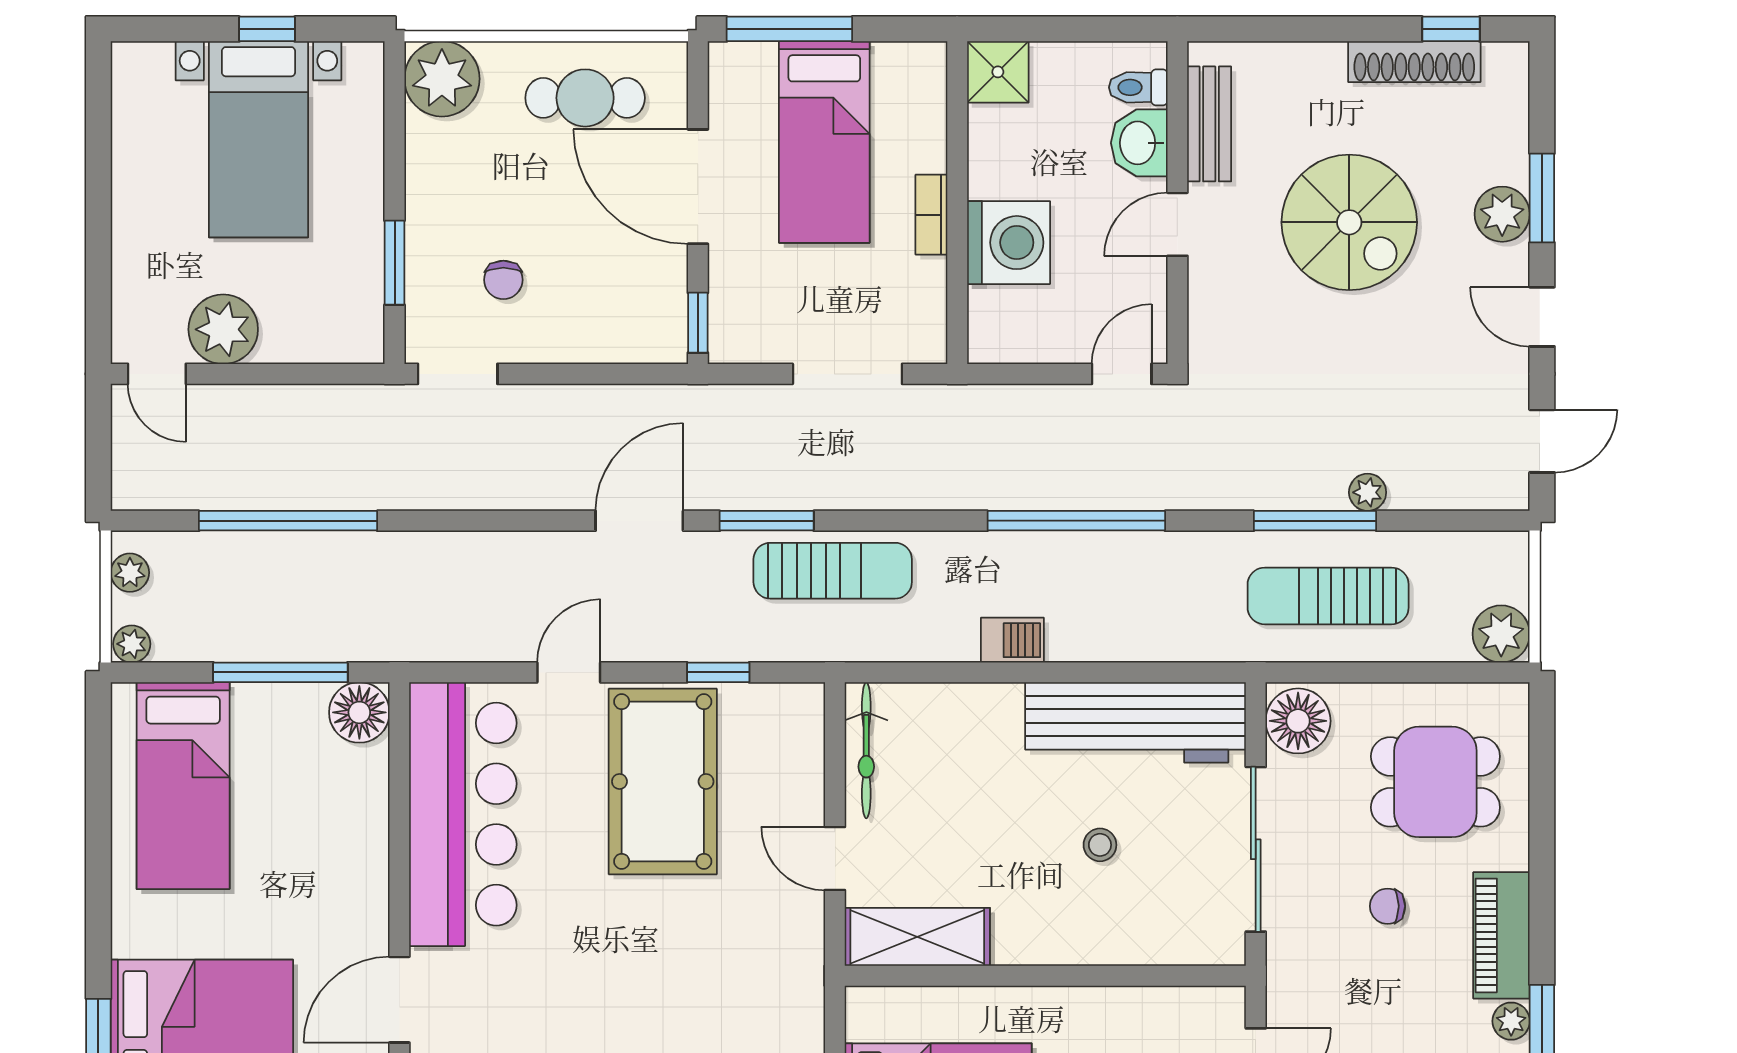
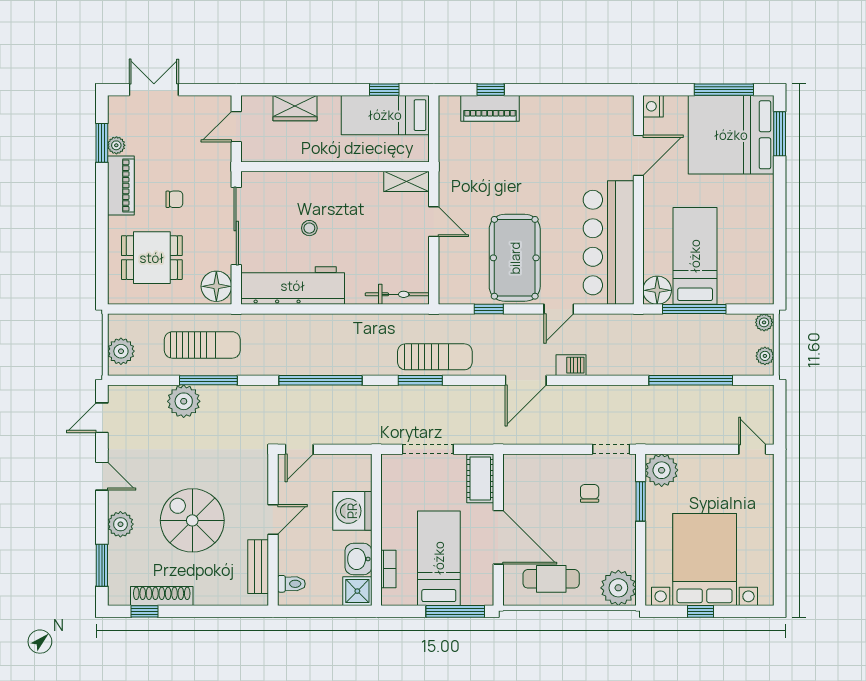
bed with nightstands: (258, 139) -> (705, 559), width x1.36
washbasin: (1139, 143) -> (358, 559), moved, turned 180
window: (1542, 198) -> (102, 565), moved
bookcase: (931, 215) -> (388, 569), moved
cot: (736, 312) -> (480, 478), added
window: (698, 323) -> (498, 473), removed
plant: (223, 329) -> (662, 470), moved
plant: (1368, 492) -> (184, 401), width x1.87, depth x1.87
window: (767, 521) -> (420, 380), moved
sun lounger: (833, 571) -> (435, 357), turned 180
plant: (1501, 634) -> (121, 351), moved
barbecue: (1012, 640) -> (571, 365), moved, turned 180
bicycle: (866, 750) -> (397, 294), moved, turned 90
bed: (183, 786) -> (695, 256), moved
shelving: (917, 937) -> (407, 181), width x0.67, depth x0.75

